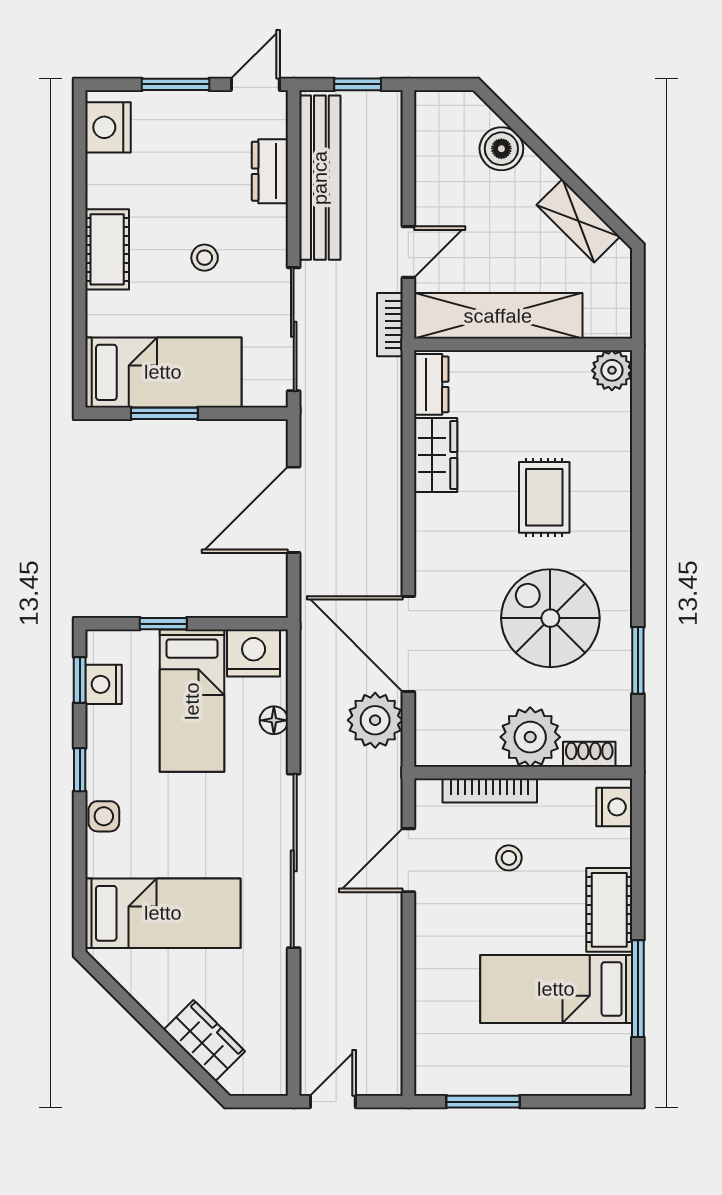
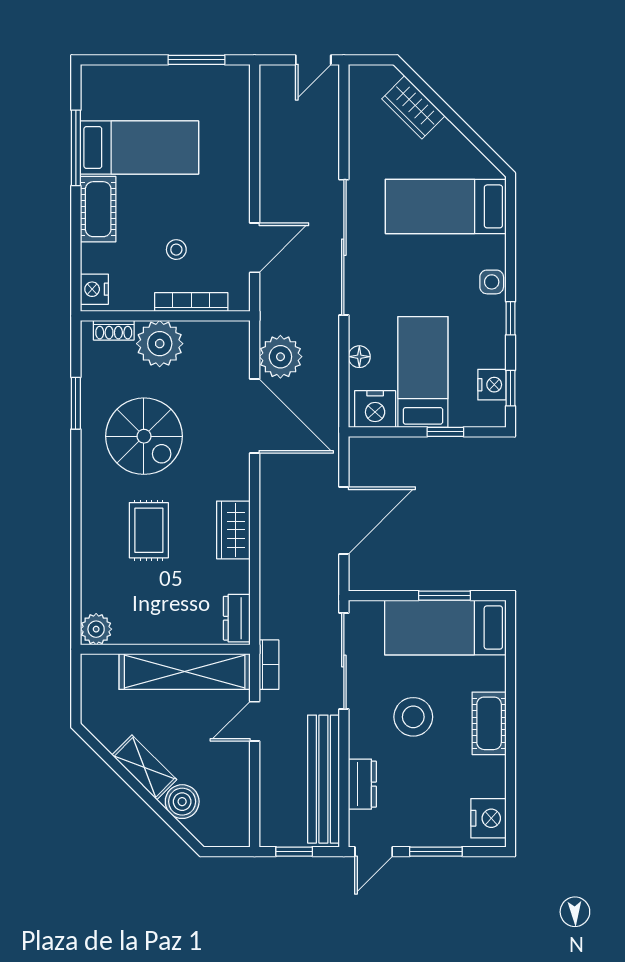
shelving: (578, 221) -> (144, 767), moved
stool: (205, 258) -> (413, 717), width x1.89, depth x1.89
wardrobe: (436, 455) -> (233, 530), moved

